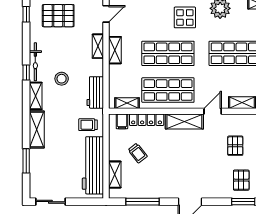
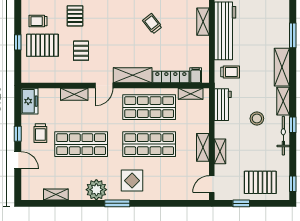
trolley: (138, 153) -> (152, 24), moved

